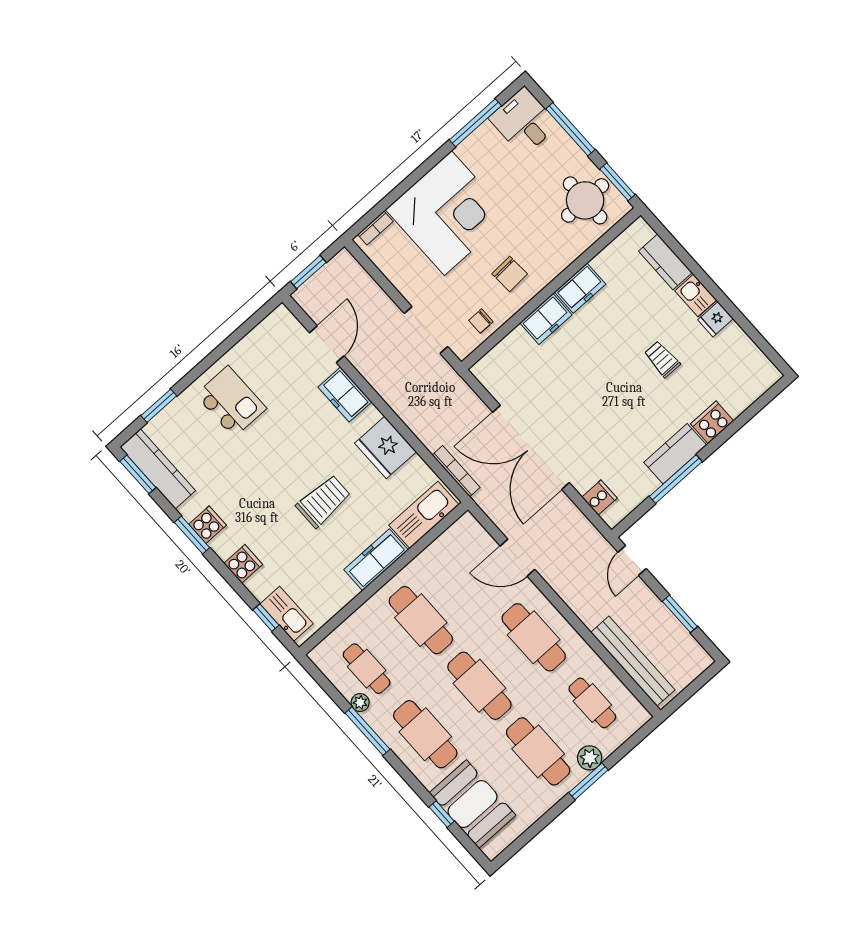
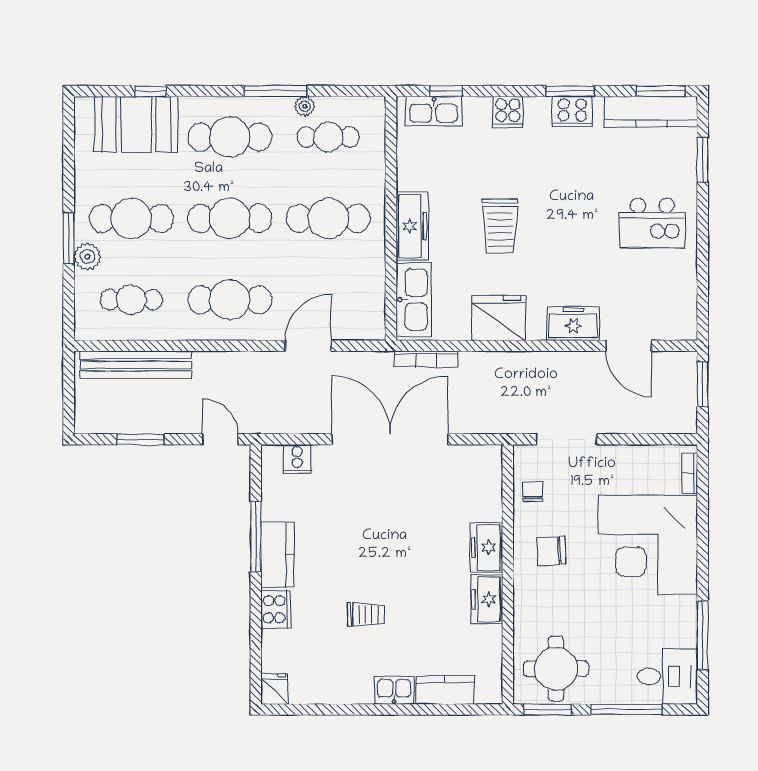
fridge: (716, 319) -> (275, 689), moved
cooker: (208, 525) -> (572, 112), width x1.36

